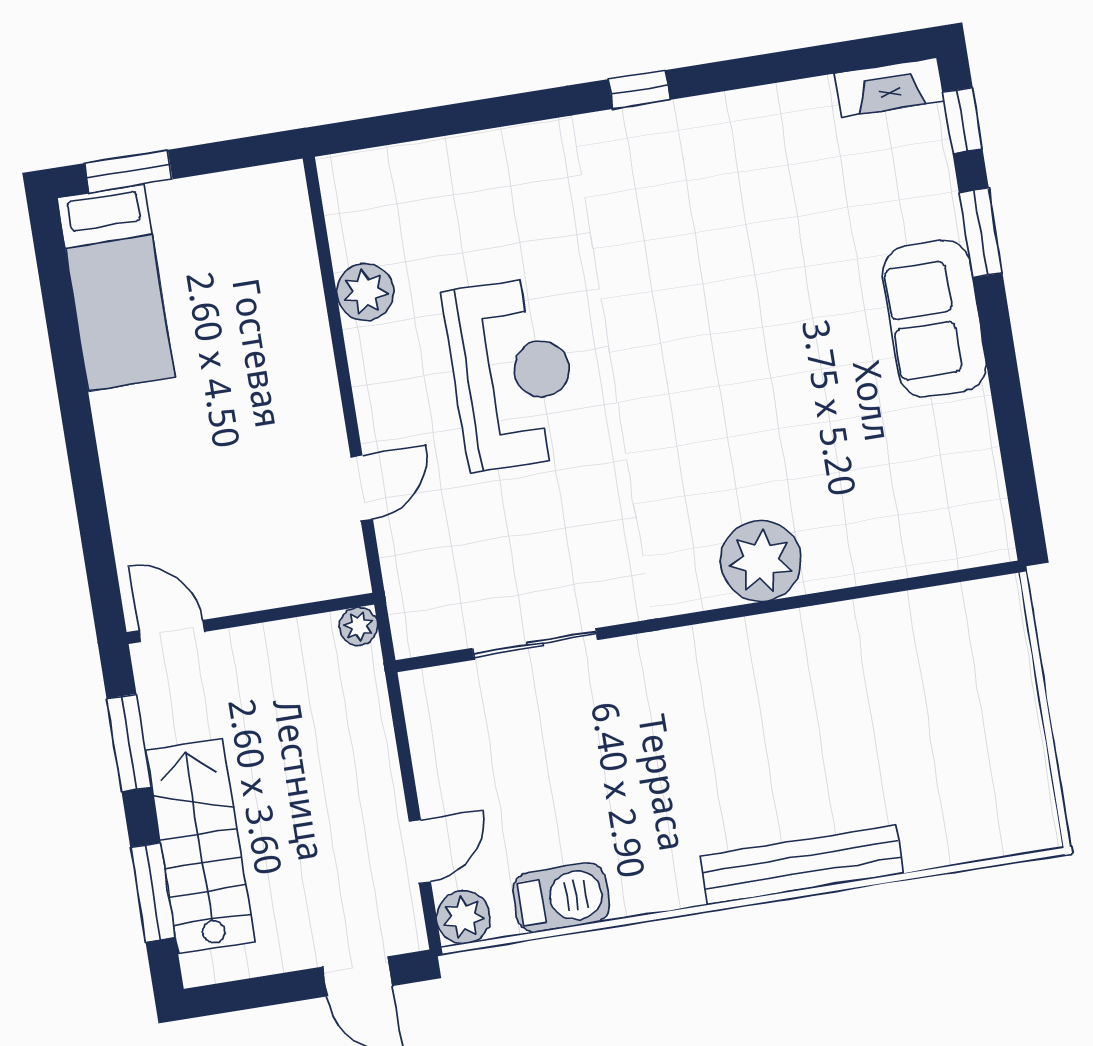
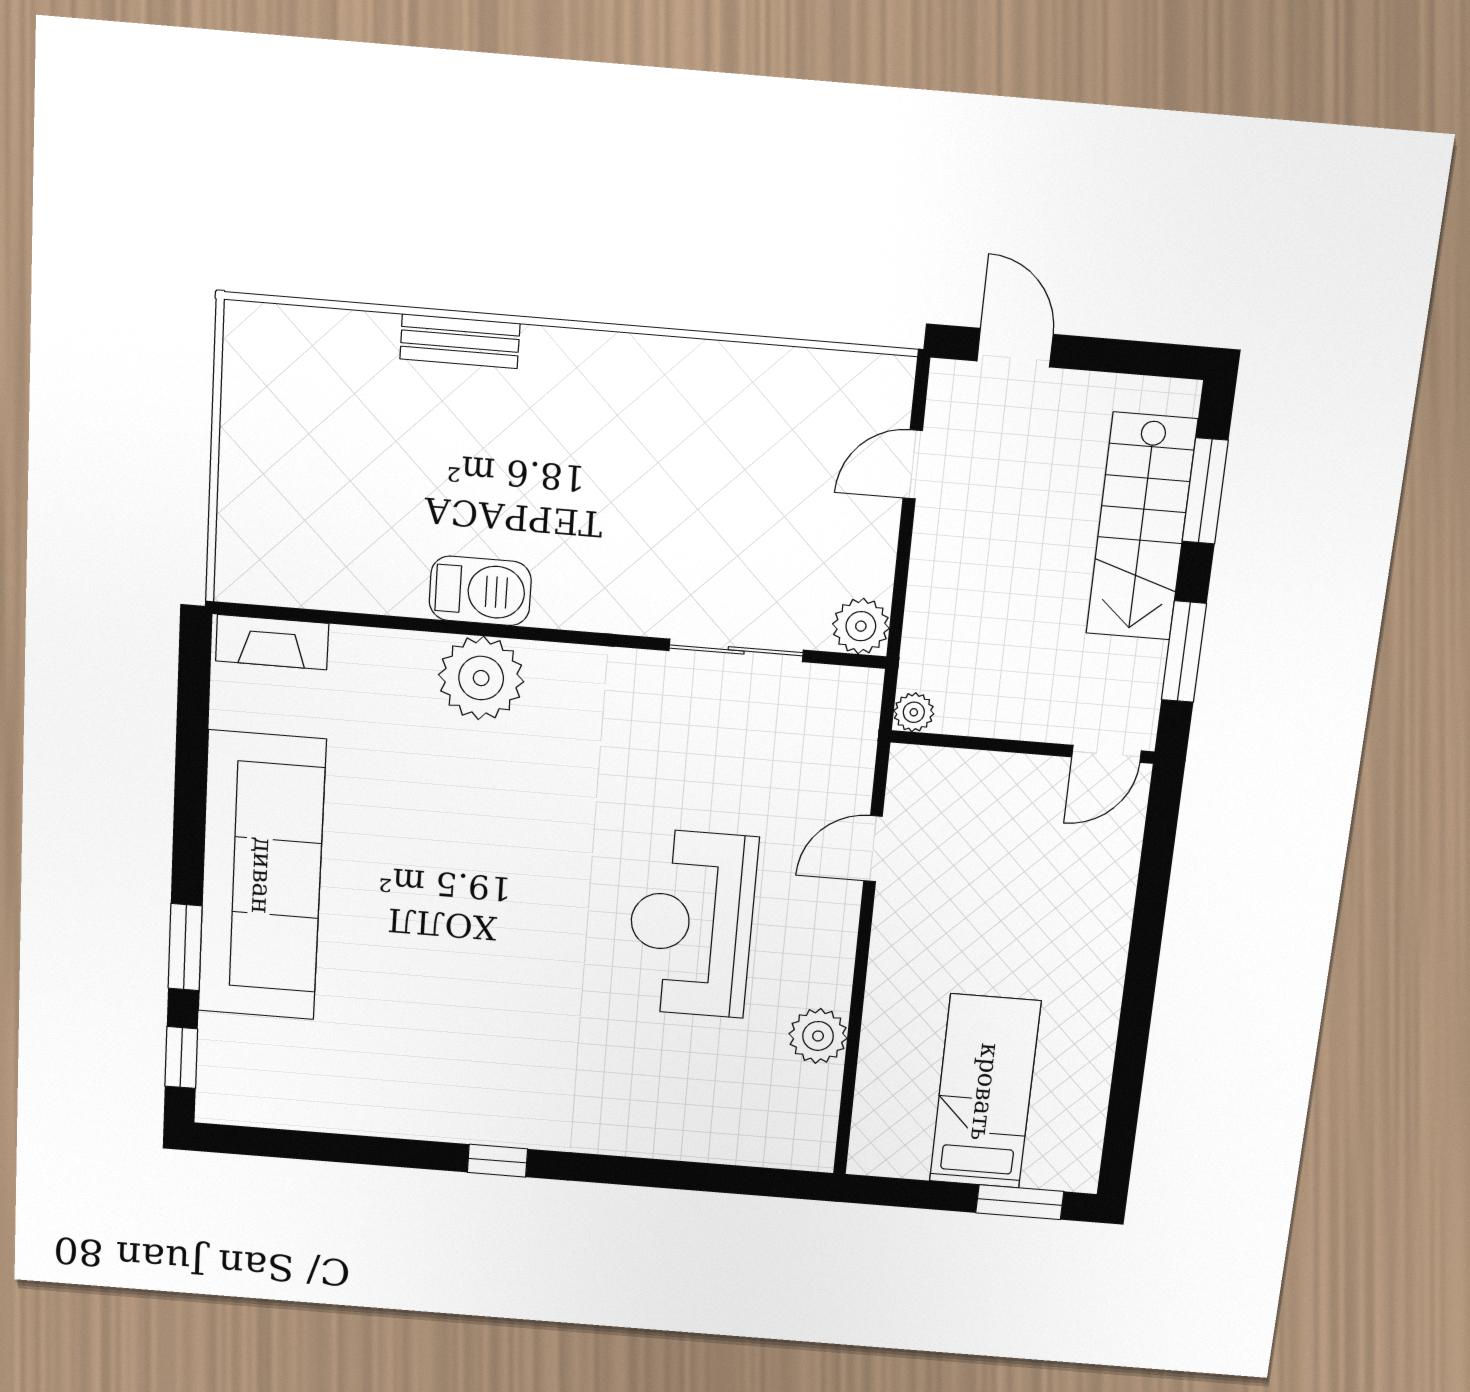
fireplace: (889, 87) -> (272, 642), moved, turned 180
bed: (116, 288) -> (985, 1092), moved
sofa: (935, 319) -> (262, 876), width x1.85, depth x1.27
door: (172, 631) -> (1107, 754), hinge flipped
bench: (802, 865) -> (460, 341), width x0.54, depth x0.82
barbecue: (561, 898) -> (480, 591), moved, turned 180
plant: (463, 917) -> (861, 626), moved

